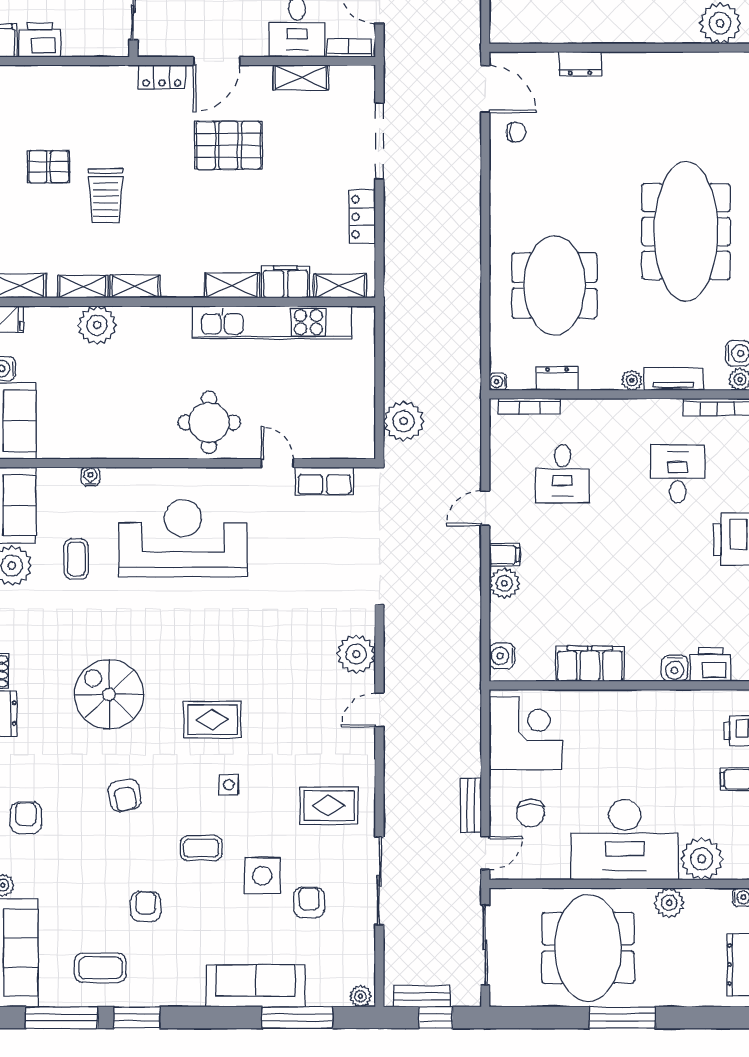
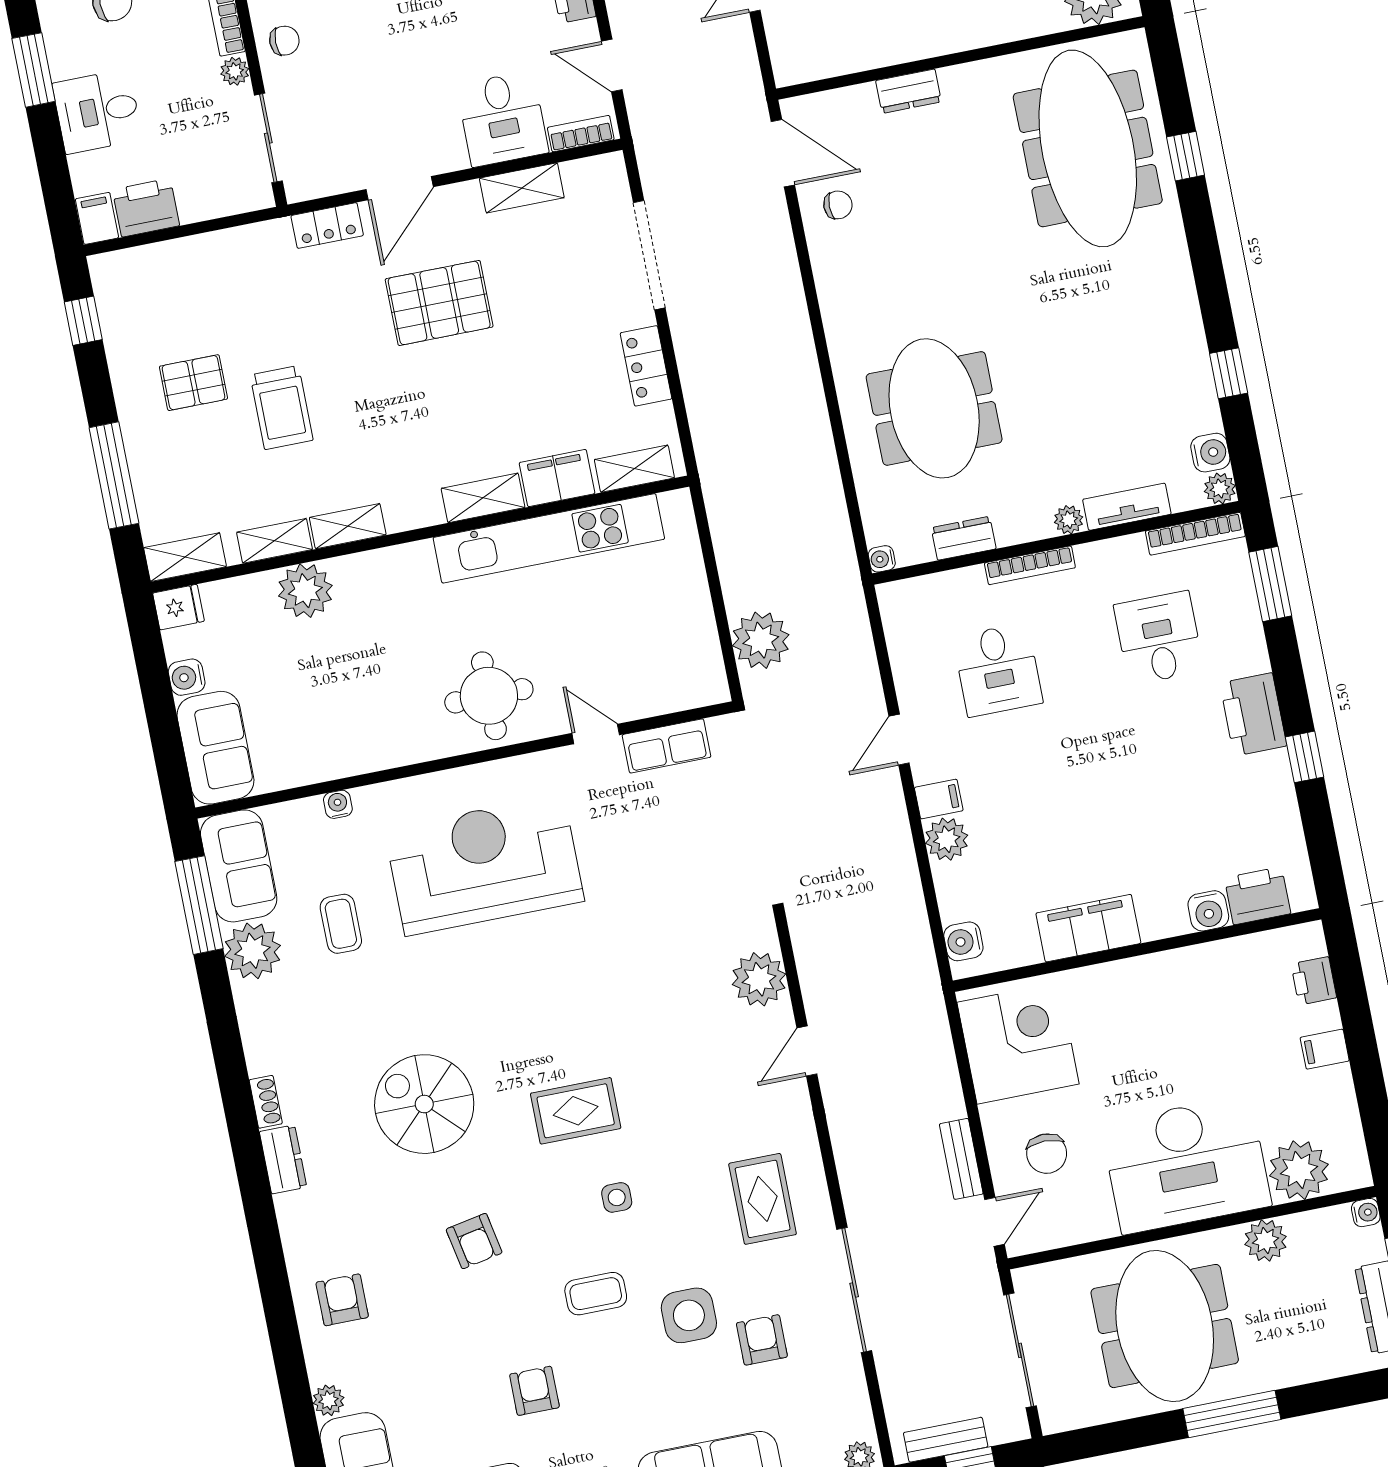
meeting table: (686, 231) -> (1088, 148), moved
bookcase: (529, 406) -> (1030, 565), moved
rug: (329, 806) -> (763, 1199), turned 90

